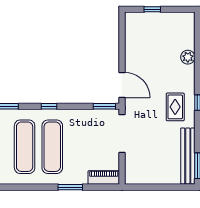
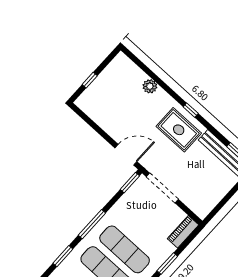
window: (49, 106) -> (92, 224), width x2.17
rug: (175, 107) -> (179, 130), width x1.36, depth x1.43

